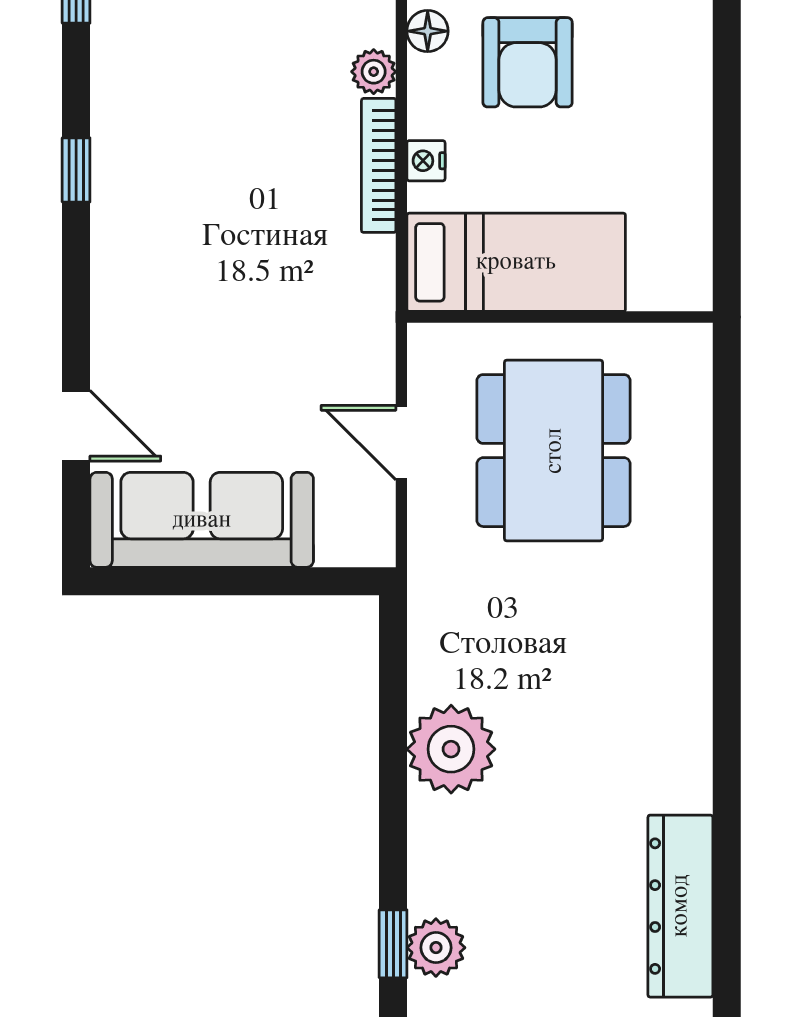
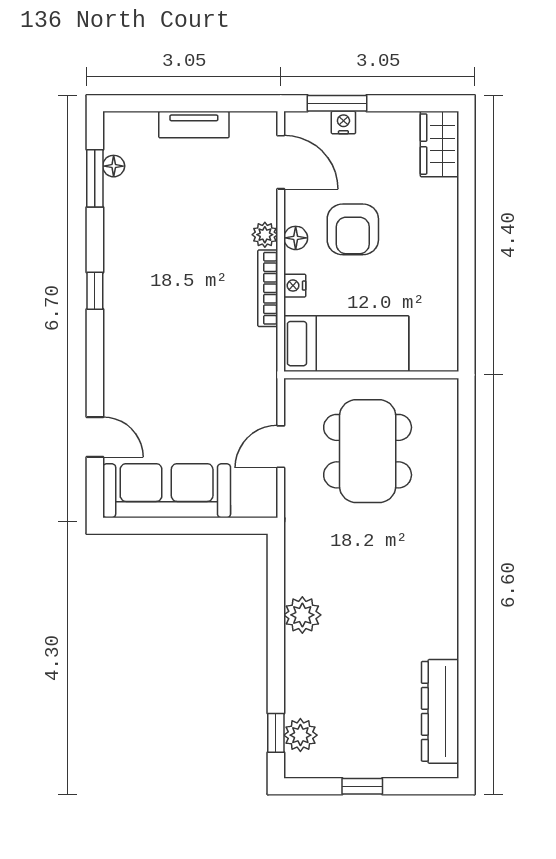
floor lamp: (428, 31) -> (296, 238), moved
door: (401, 443) -> (281, 447), hinge flipped
plant: (451, 749) -> (302, 615), width x0.73, depth x0.73

